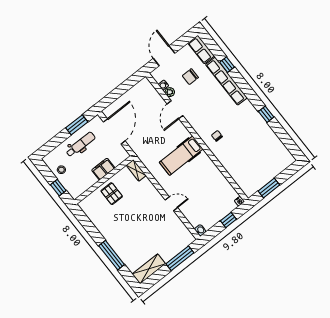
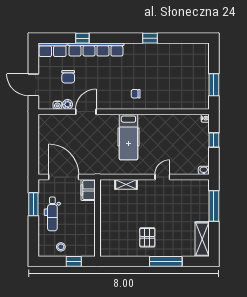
door: (175, 110) -> (86, 112), swing flipped
dental chair: (81, 144) -> (52, 214), turned 180
filing cabinet: (103, 169) -> (88, 190), moved
shelving: (136, 170) -> (126, 184), moved
pallet: (112, 194) -> (147, 237), moved, turned 90

